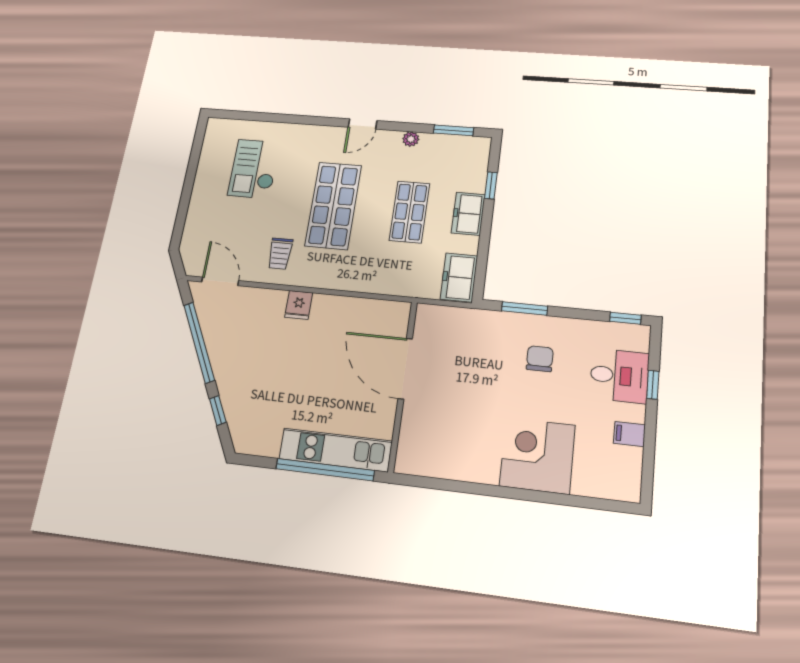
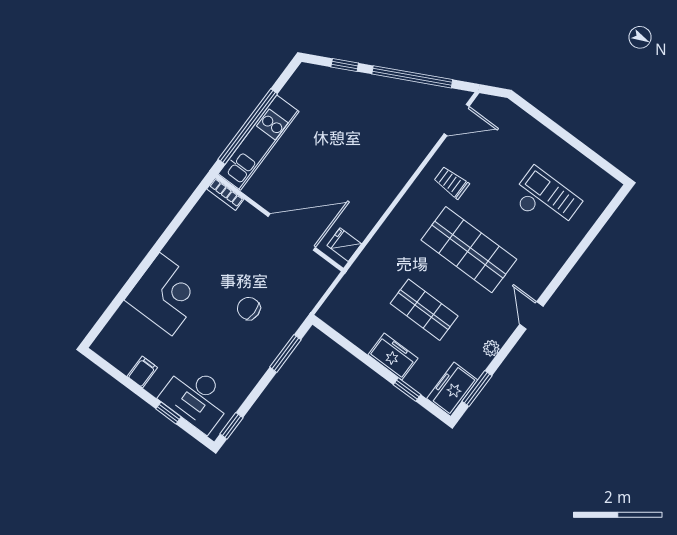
freezer: (459, 277) -> (452, 389), moved, turned -90
fridge: (299, 305) -> (344, 245), moved
chair: (540, 359) -> (249, 308), moved, turned 180
desk: (619, 376) -> (197, 398), width x1.37
bookcase: (404, 454) -> (225, 194), added

